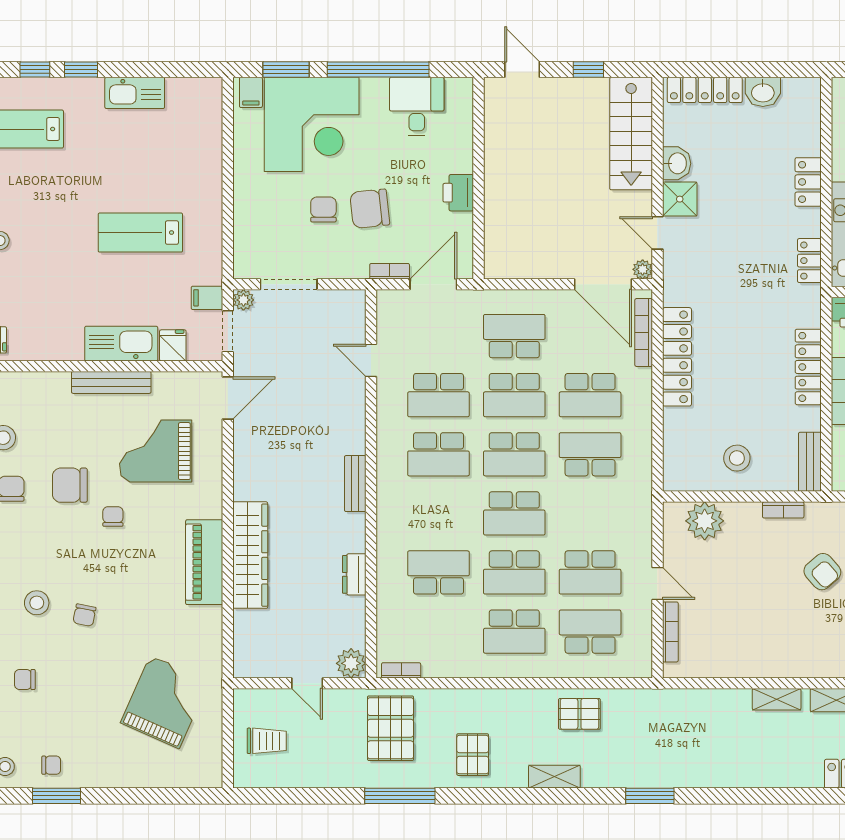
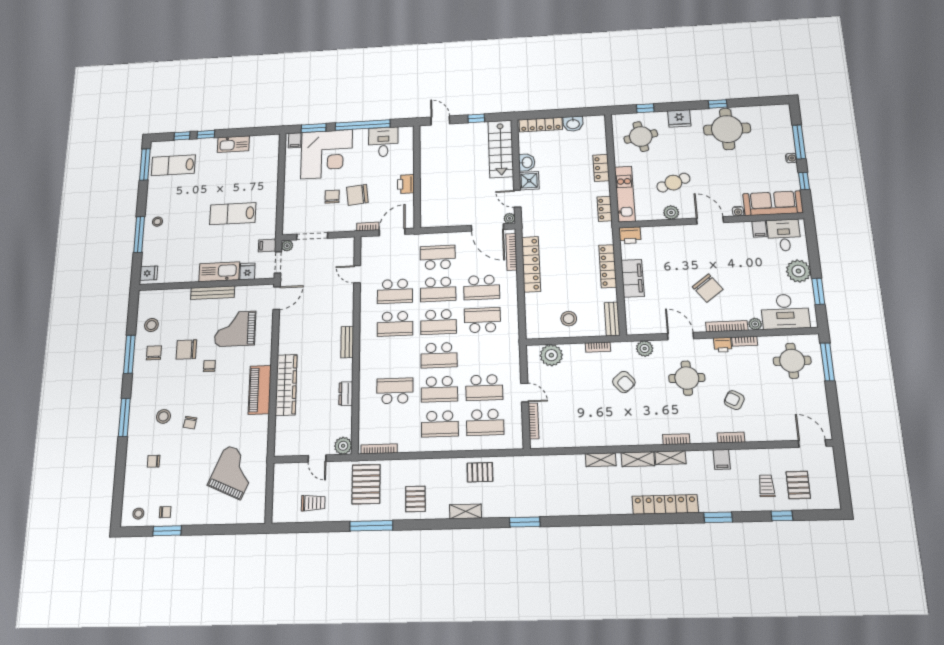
school desk: (590, 632) -> (485, 422), turned 180
bookcase: (401, 670) -> (379, 449), width x1.56
trolley: (267, 741) -> (313, 503), moved

